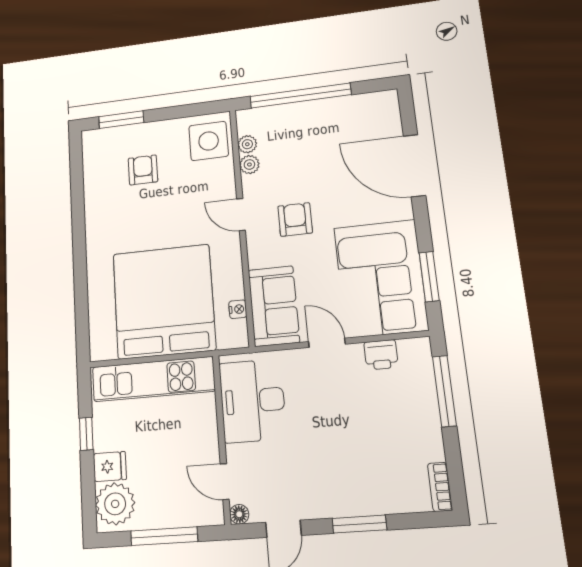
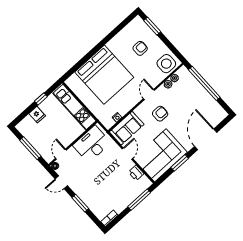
window: (429, 277) -> (180, 163), moved
bed: (164, 301) -> (104, 75), moved, turned 90
plant: (115, 504) -> (28, 125), removed

